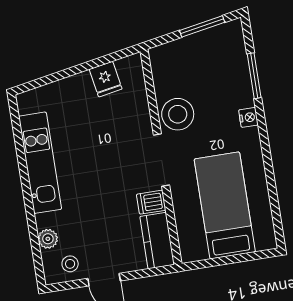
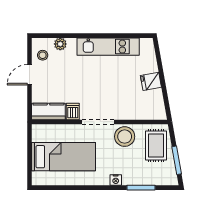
rug: (184, 63) -> (156, 146), added
fridge: (106, 79) -> (151, 81), moved

